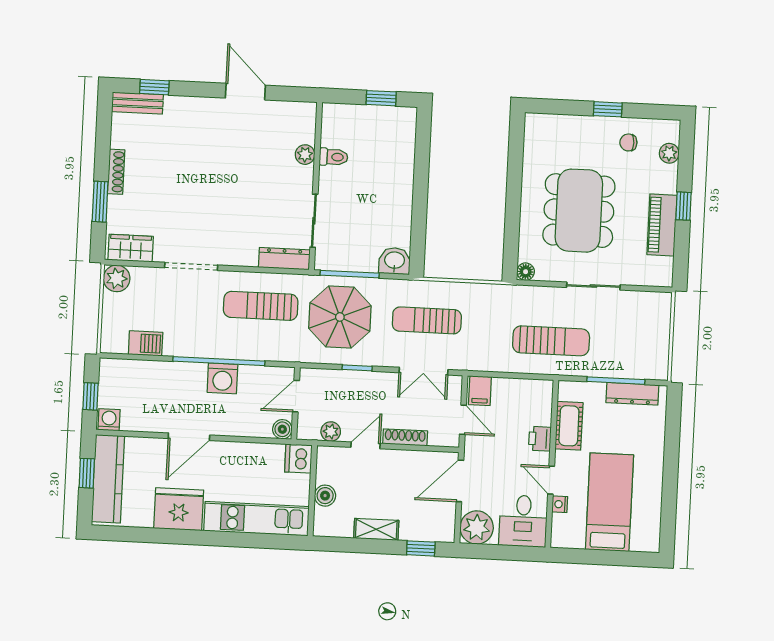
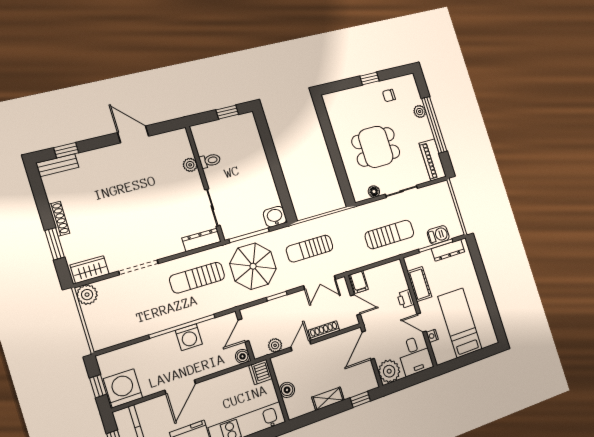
plant: (669, 153) -> (420, 112), moved
window: (684, 206) -> (434, 125), width x3.17
dining table: (579, 211) -> (376, 147), width x0.73
piano: (662, 225) -> (433, 160), moved
floor lamp: (526, 272) -> (374, 192), moved
barbecue: (146, 343) -> (438, 235), moved
washing machine: (109, 420) -> (123, 388), width x1.89, depth x1.89

